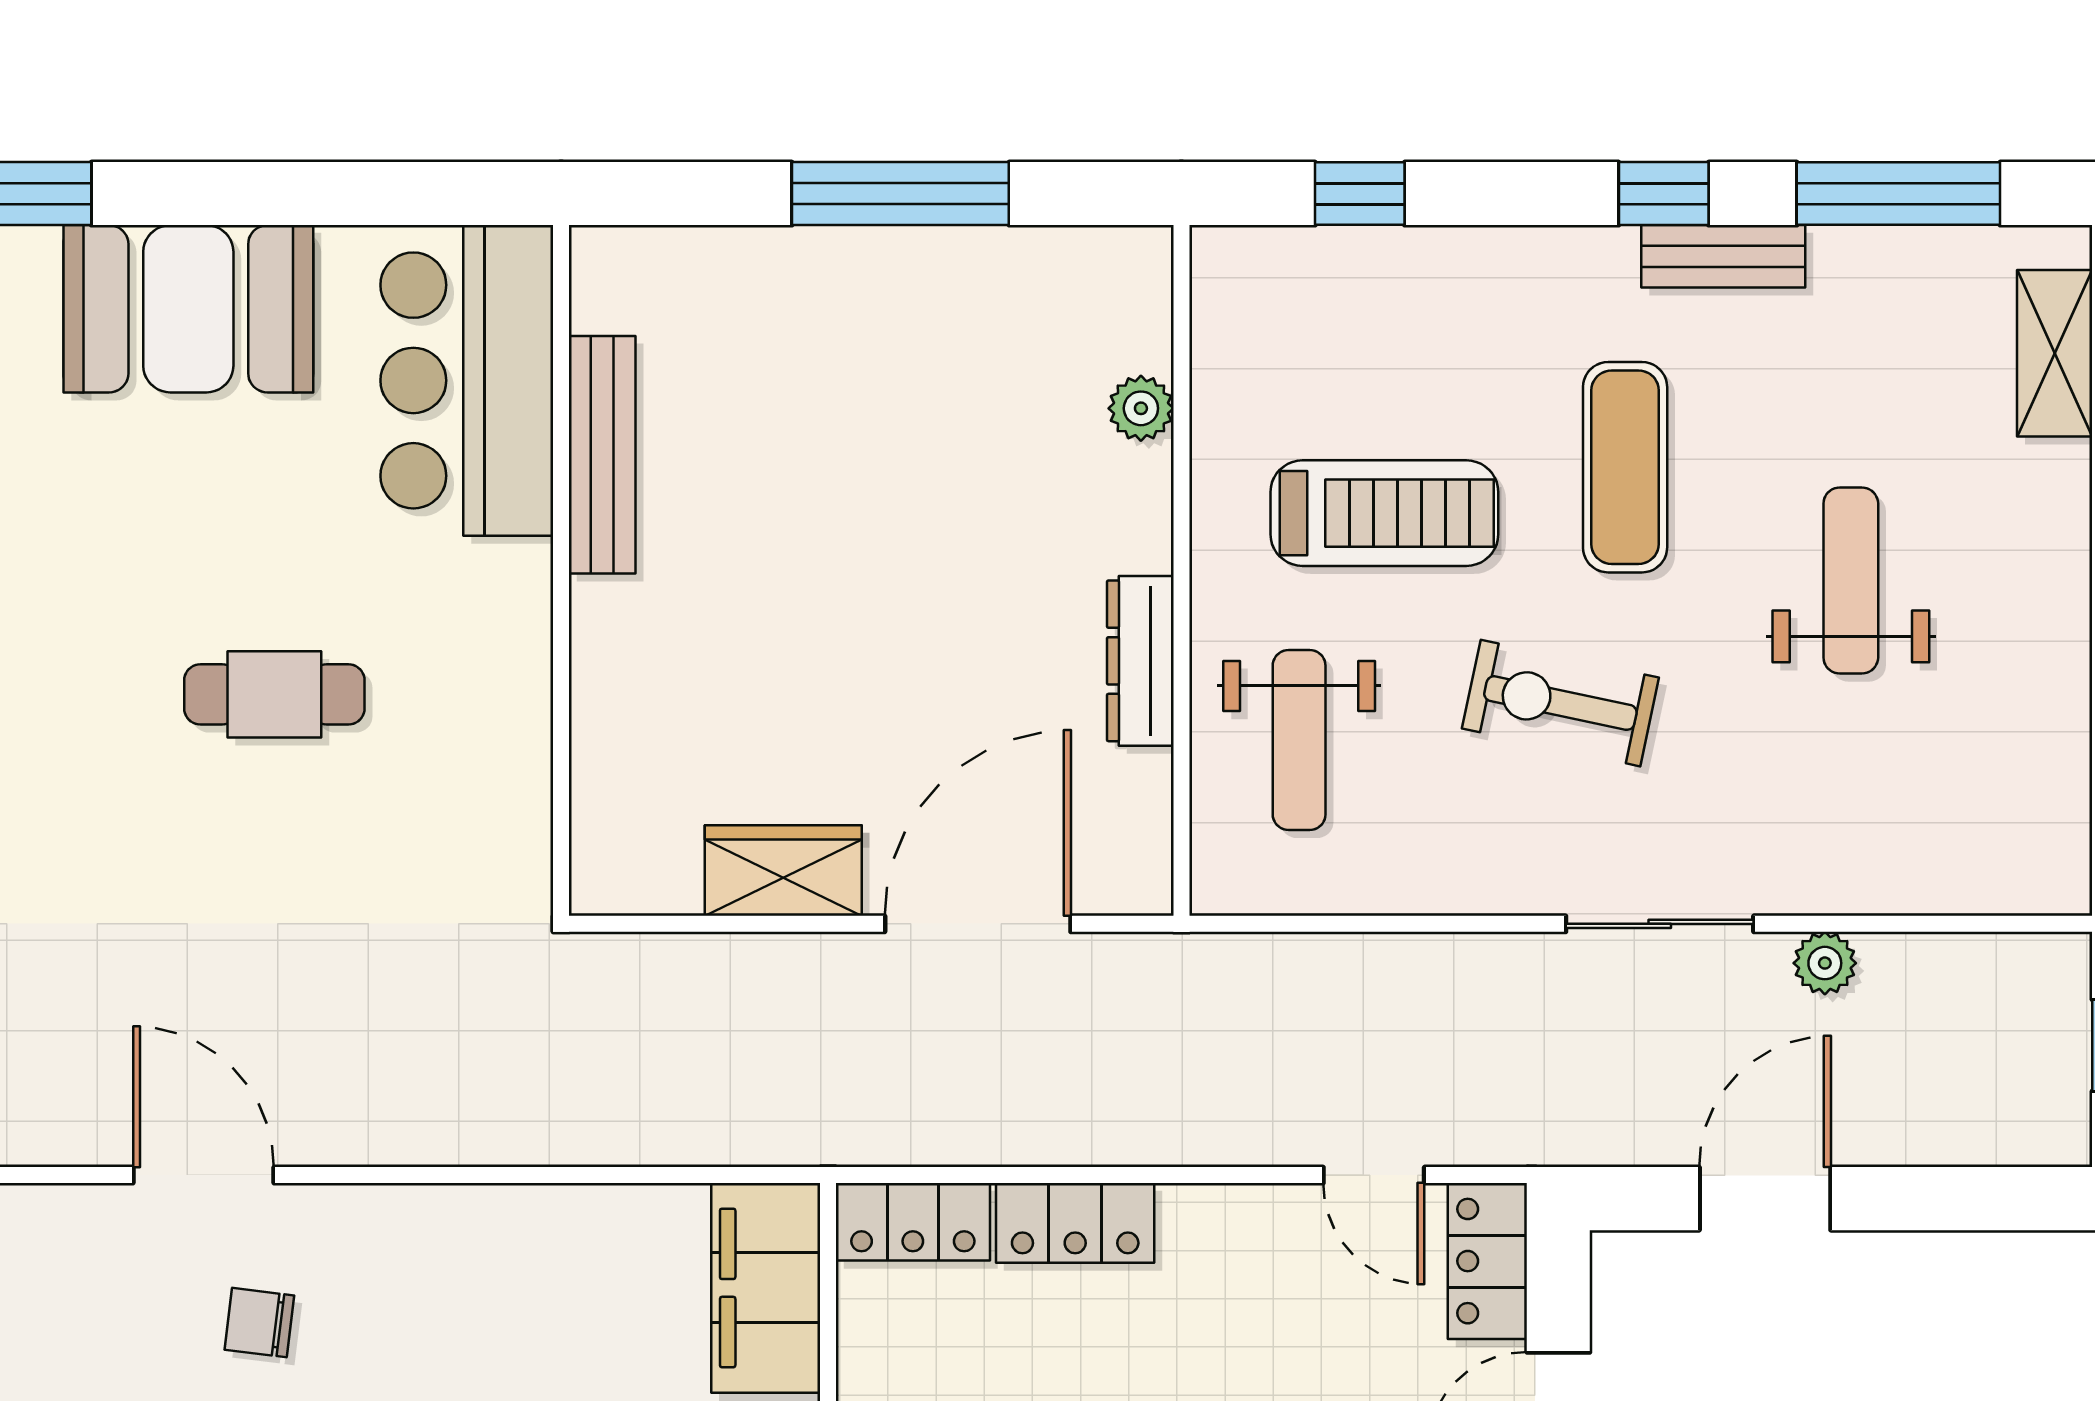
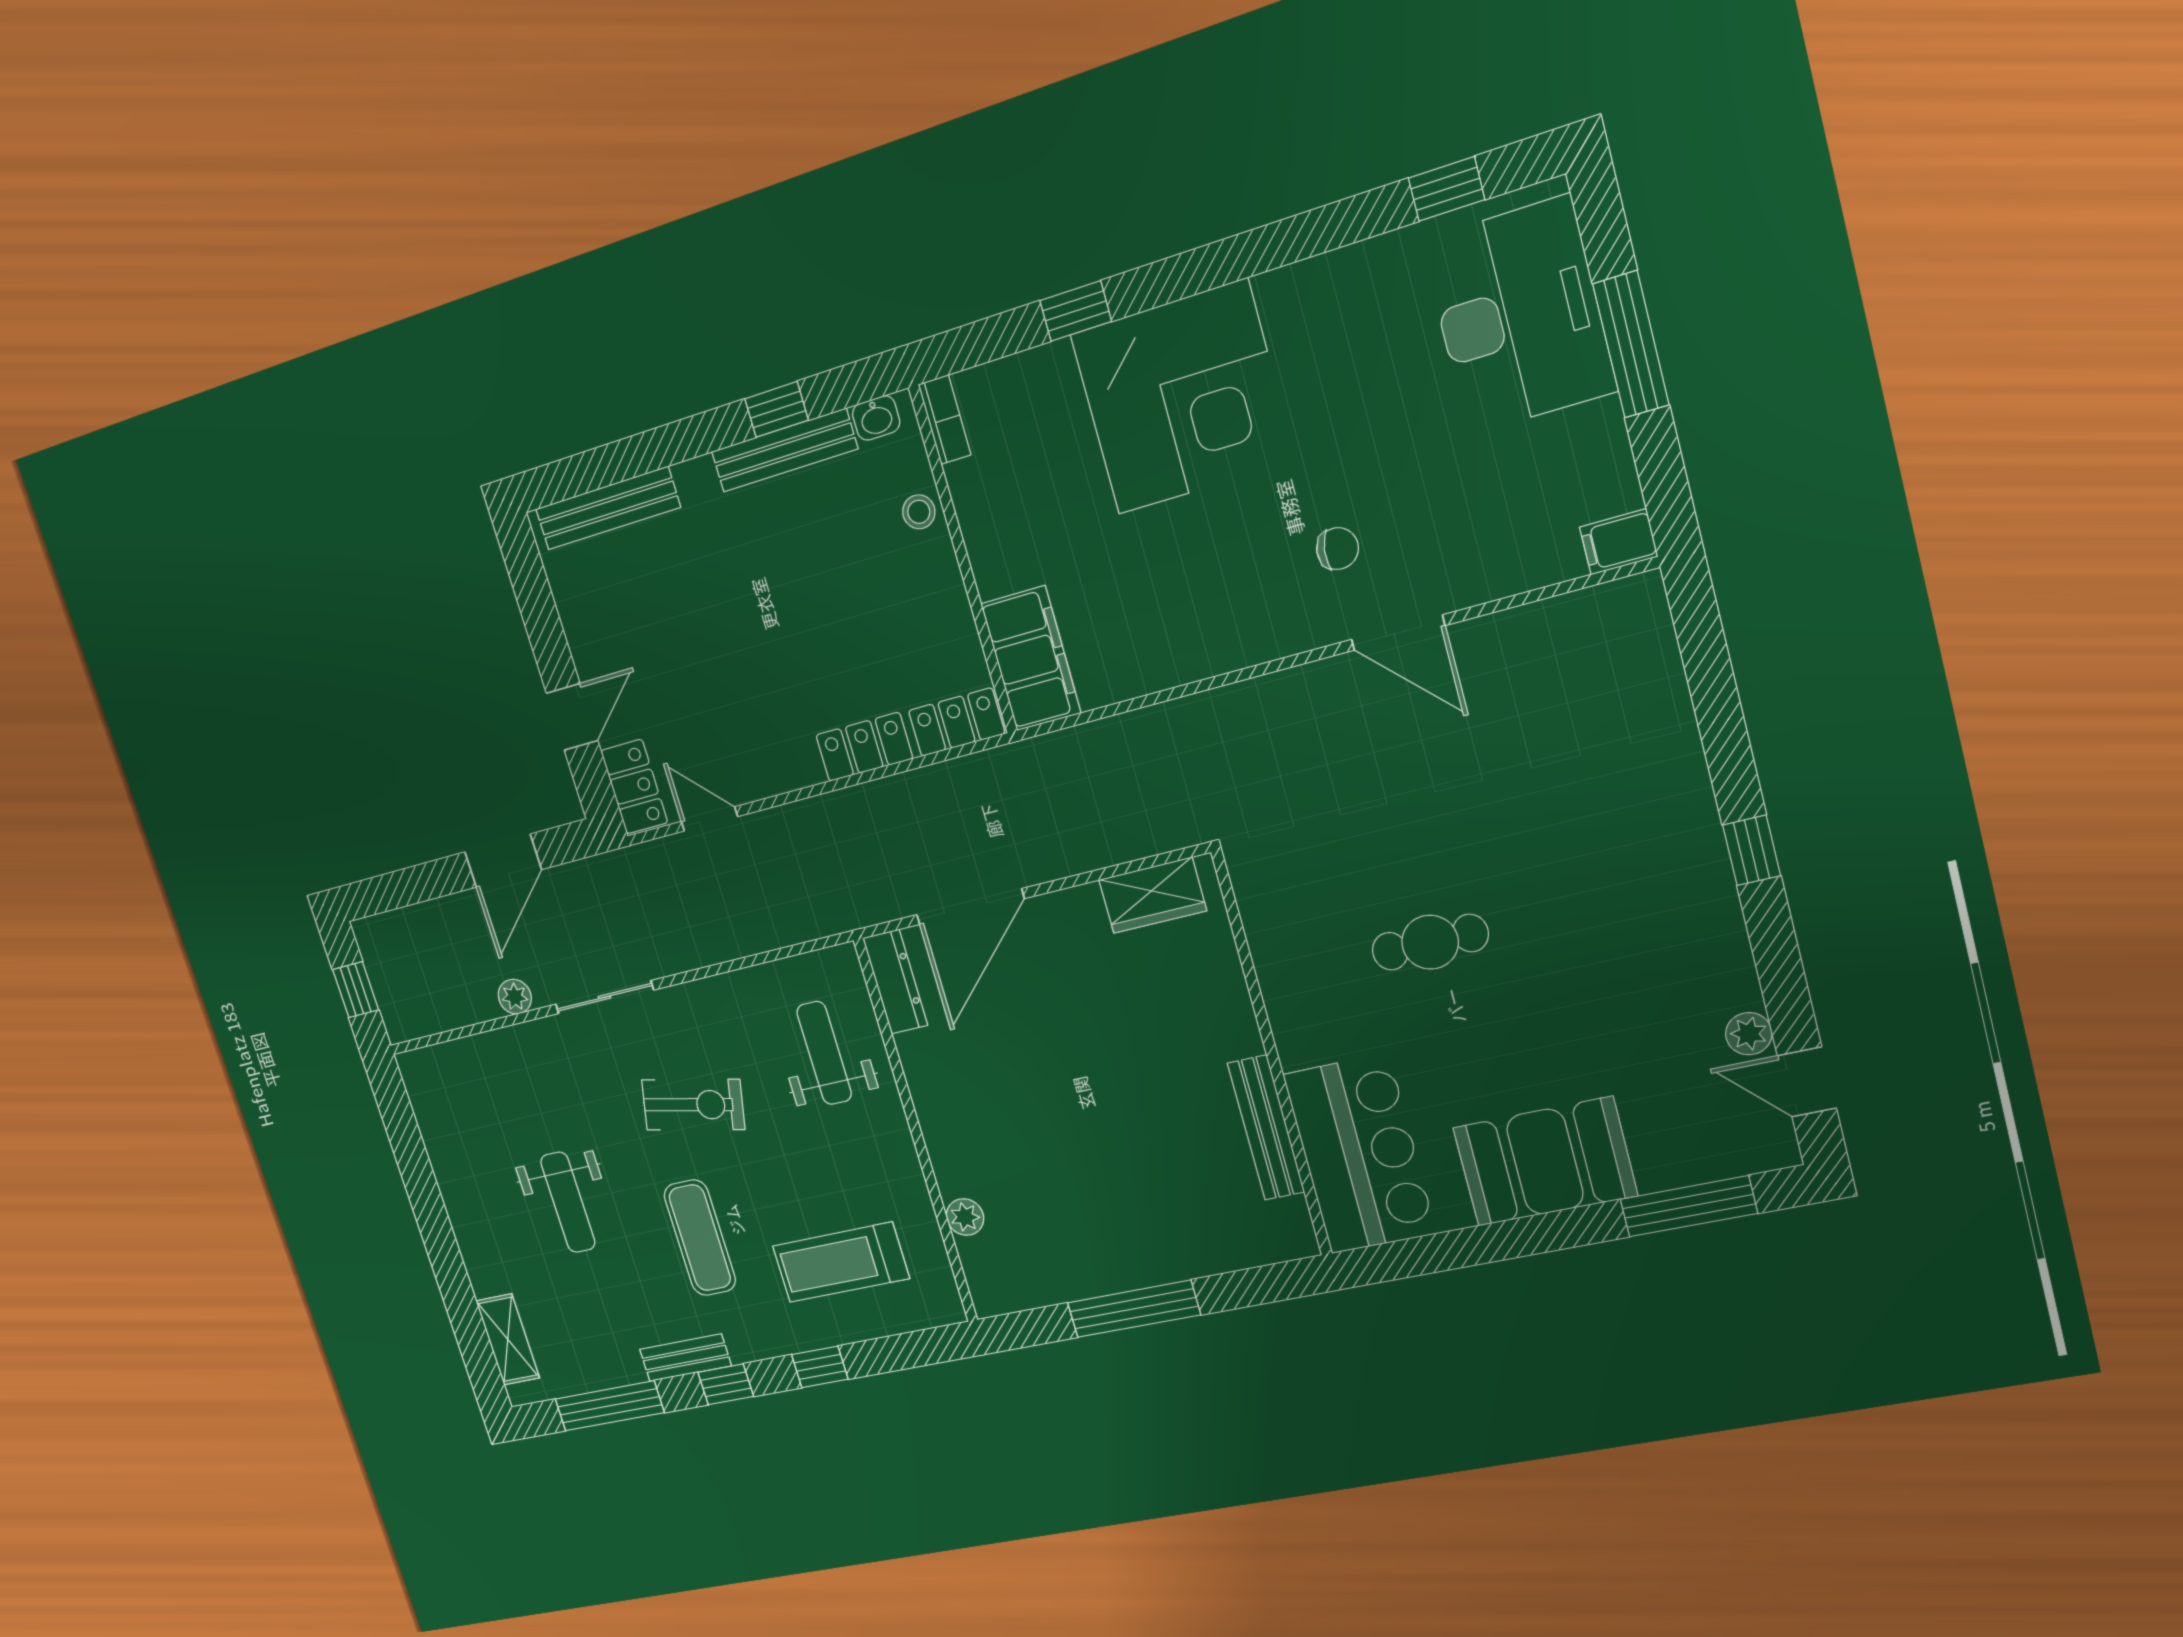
window: (1360, 194) -> (820, 1367), moved
treadmill: (1384, 513) -> (841, 1262), moved
dresser: (1140, 661) -> (895, 982), moved
wardrobe: (783, 871) -> (1153, 895), moved

